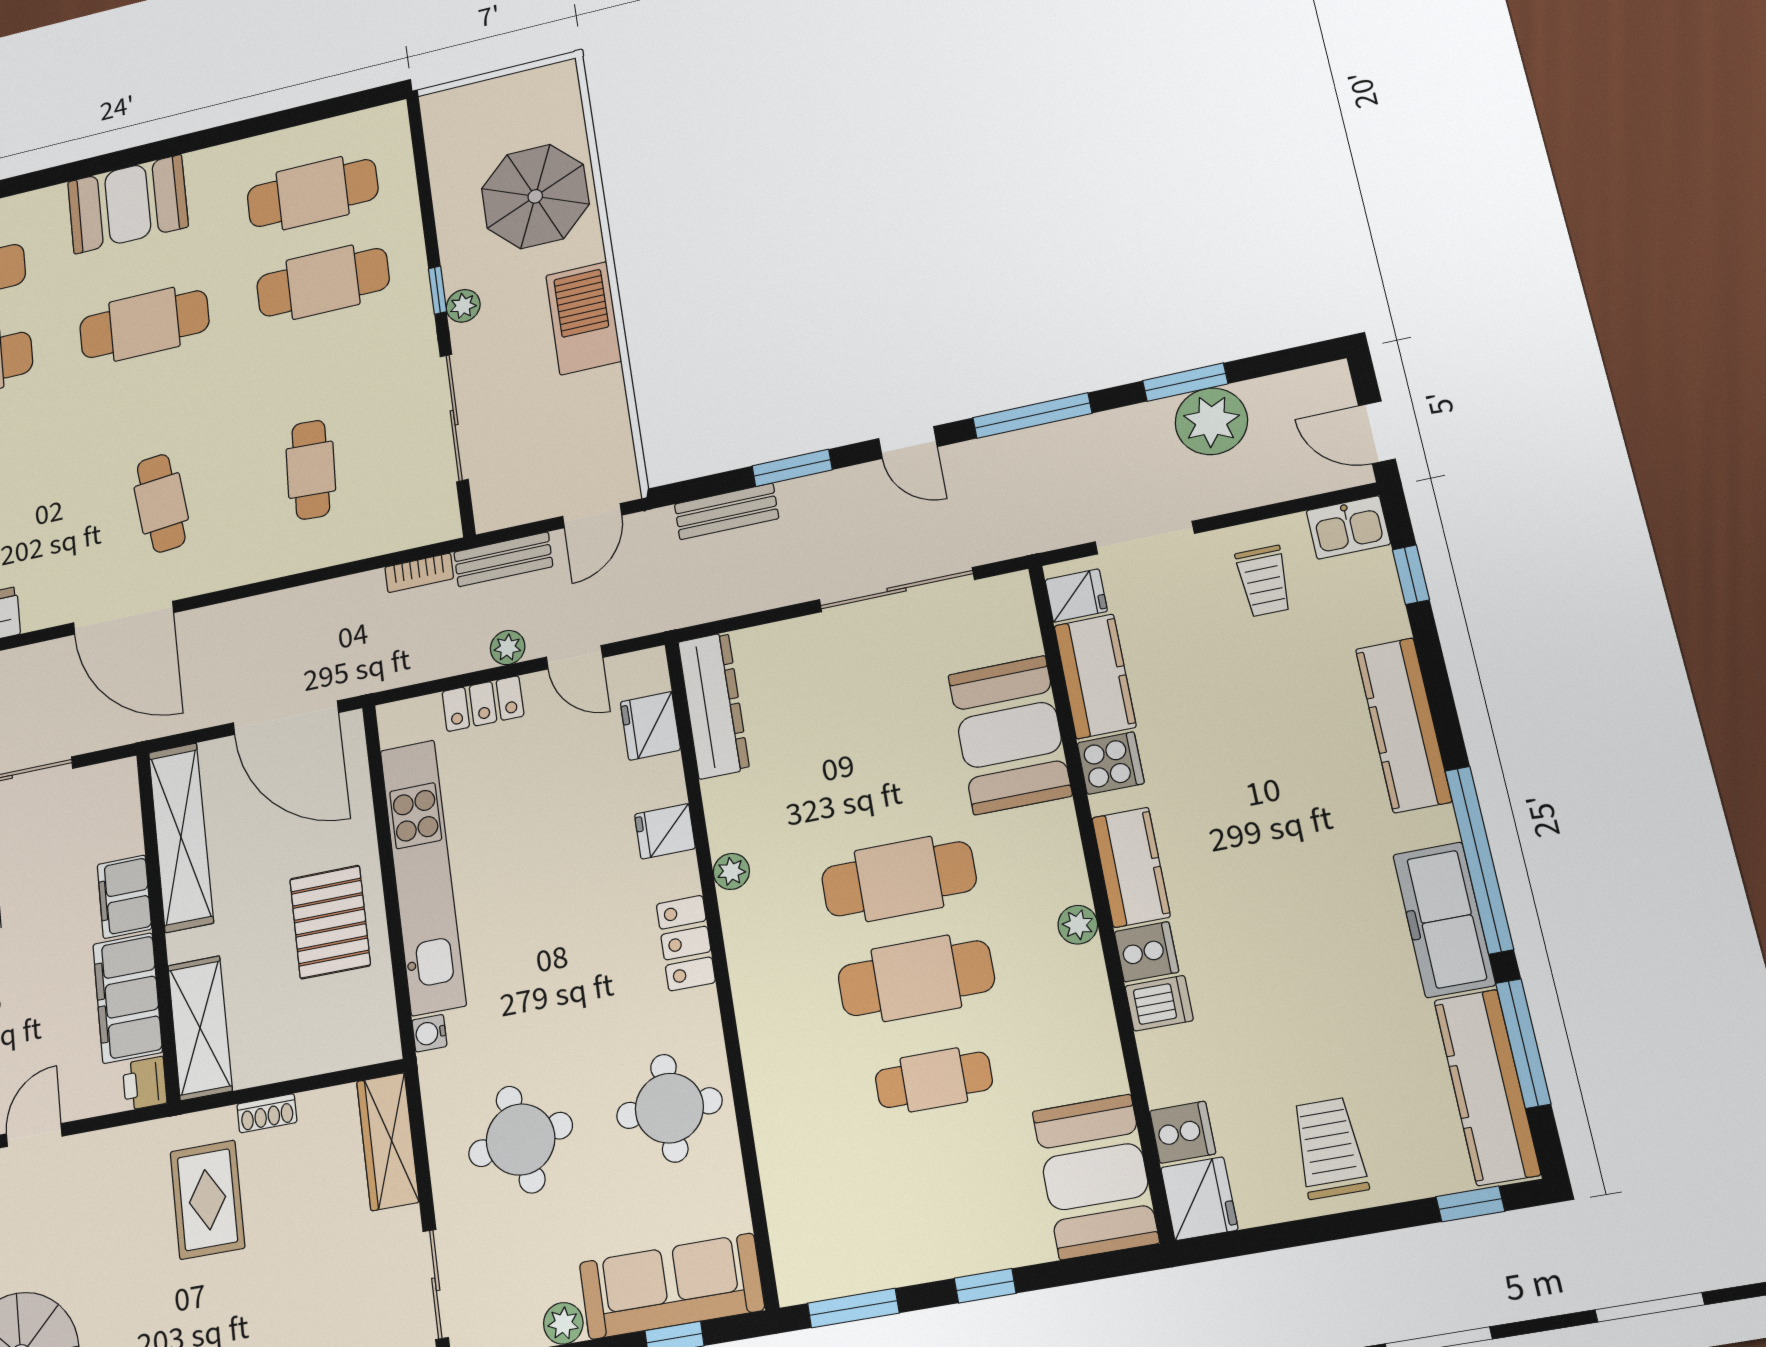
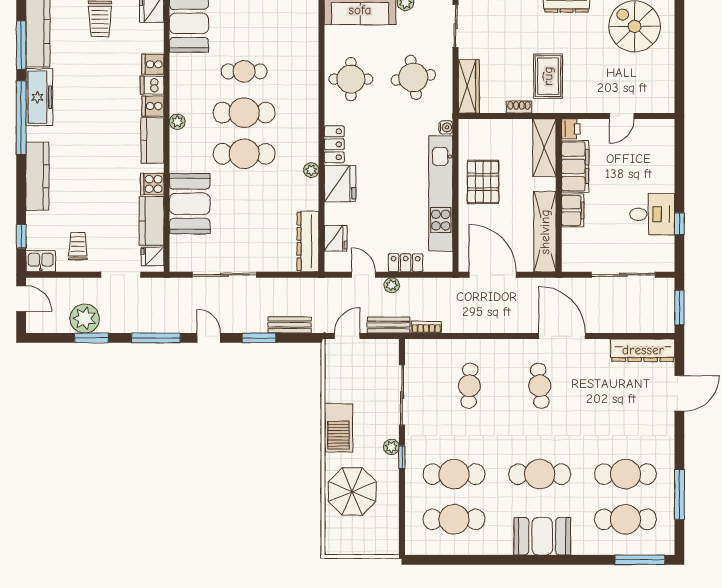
fridge: (665, 831) -> (340, 184), width x1.88, depth x1.34
cooker: (1183, 1132) -> (153, 64), moved

